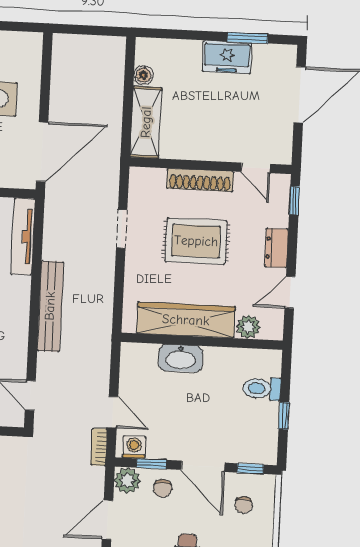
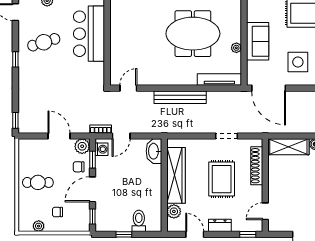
shoe rack: (200, 180) -> (257, 166), moved
washbasin: (181, 358) -> (154, 151), moved
chair: (244, 505) -> (57, 212), moved

